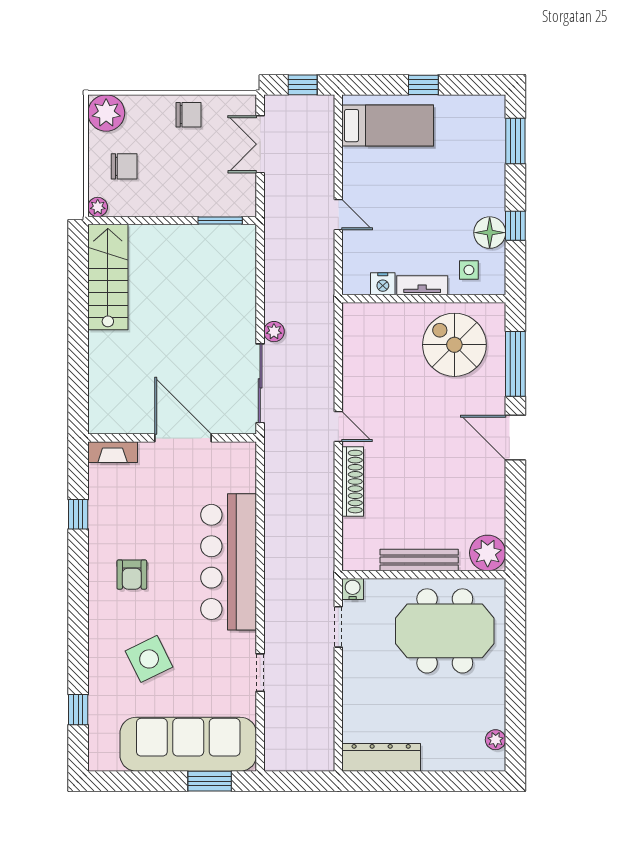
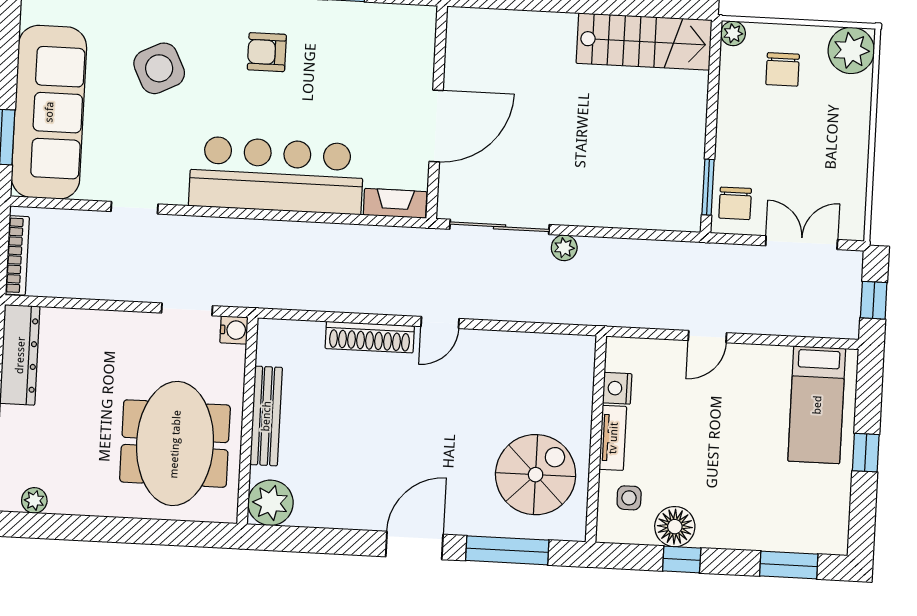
chair: (188, 115) -> (735, 203), moved
fireplace: (113, 452) -> (395, 203), moved, turned 90
bookcase: (303, 763) -> (17, 255), added

